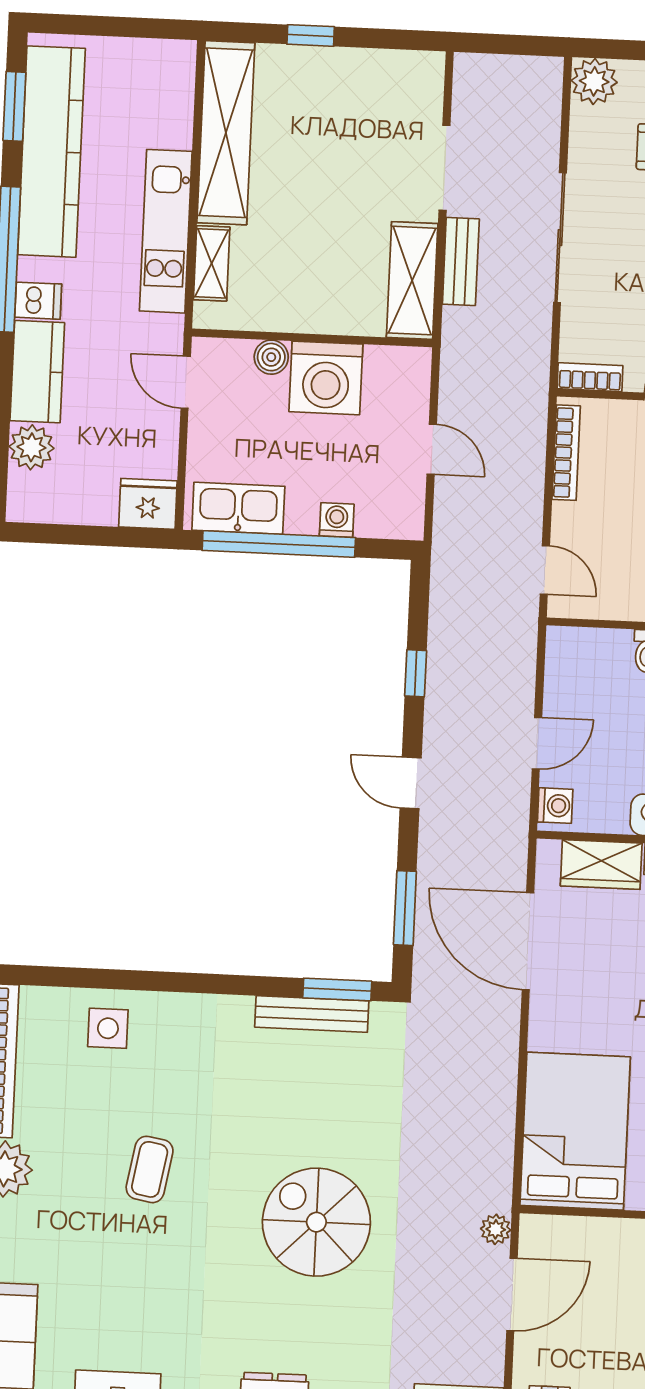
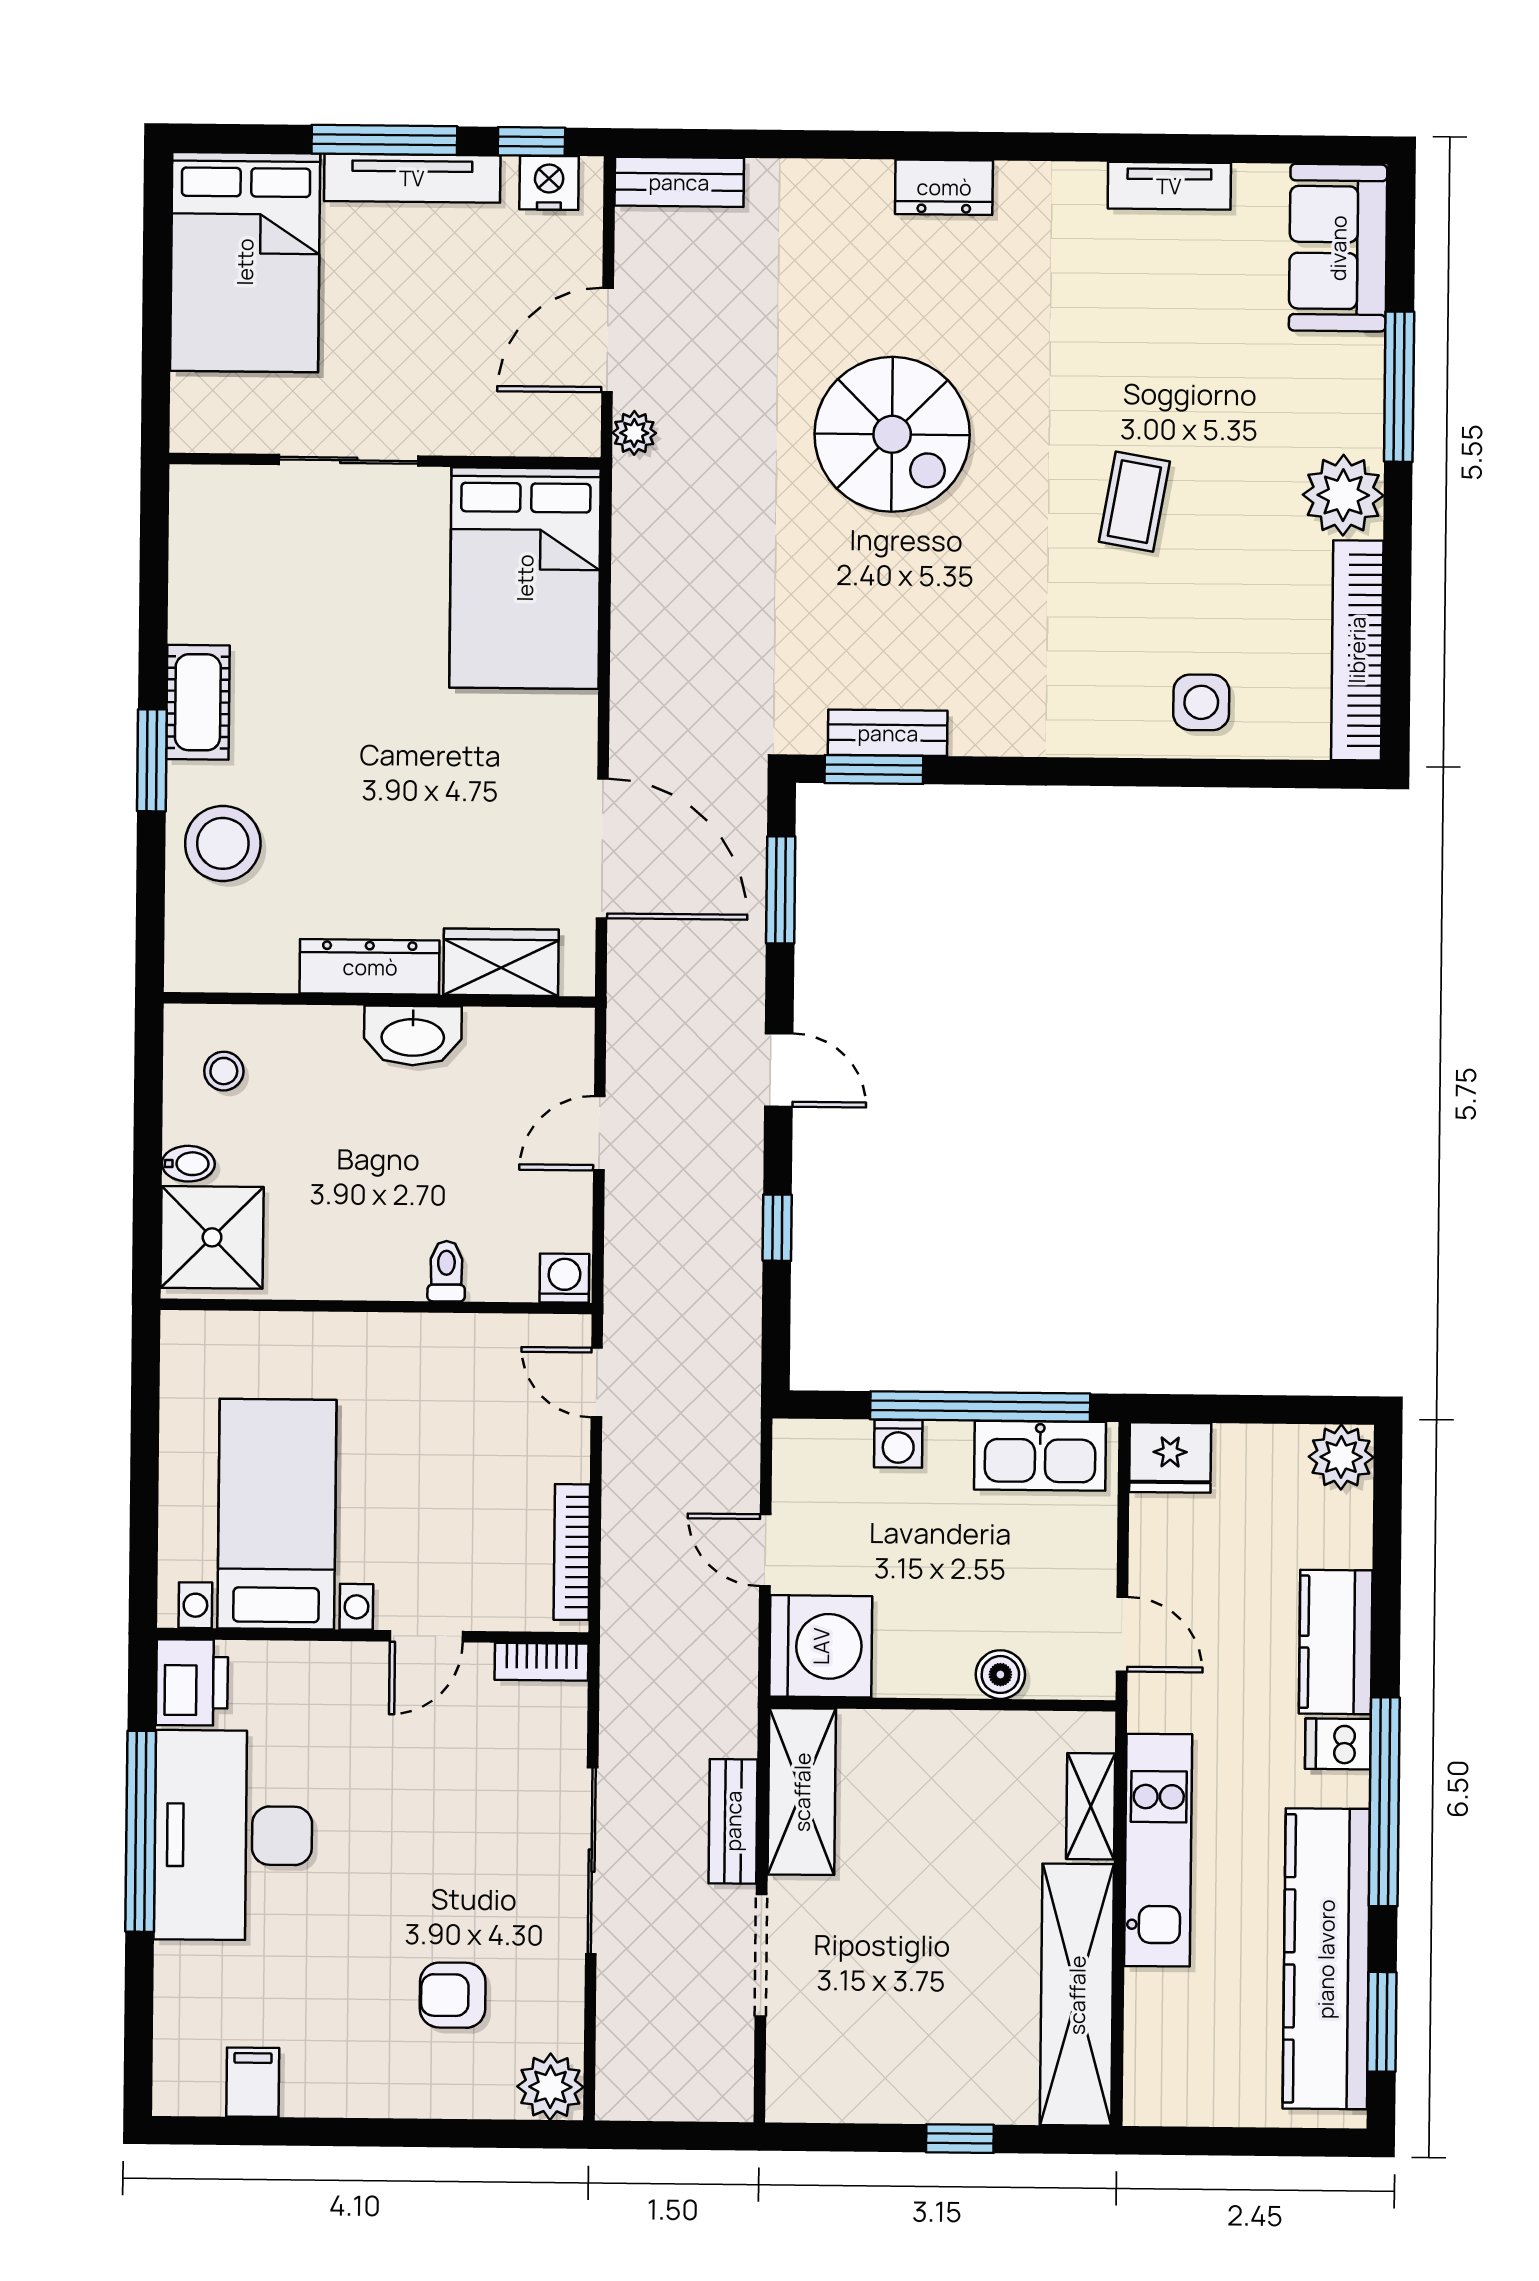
washing machine: (326, 378) -> (821, 1646), moved, turned 90
plant: (31, 447) -> (1341, 1457), moved
washing machine: (555, 806) -> (564, 1278), moved, turned 90
bench: (312, 1014) -> (888, 733), width x0.73

